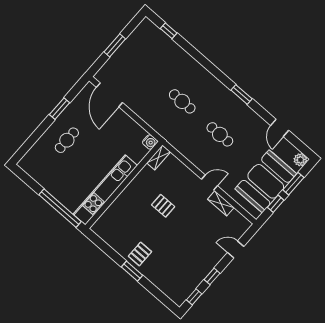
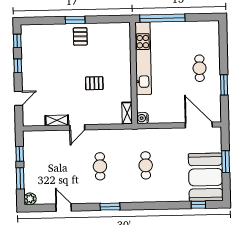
cafe table: (182, 101) -> (146, 165), turned 90
cafe table: (220, 134) -> (100, 166), turned 90
booth: (266, 181) -> (206, 177), moved

